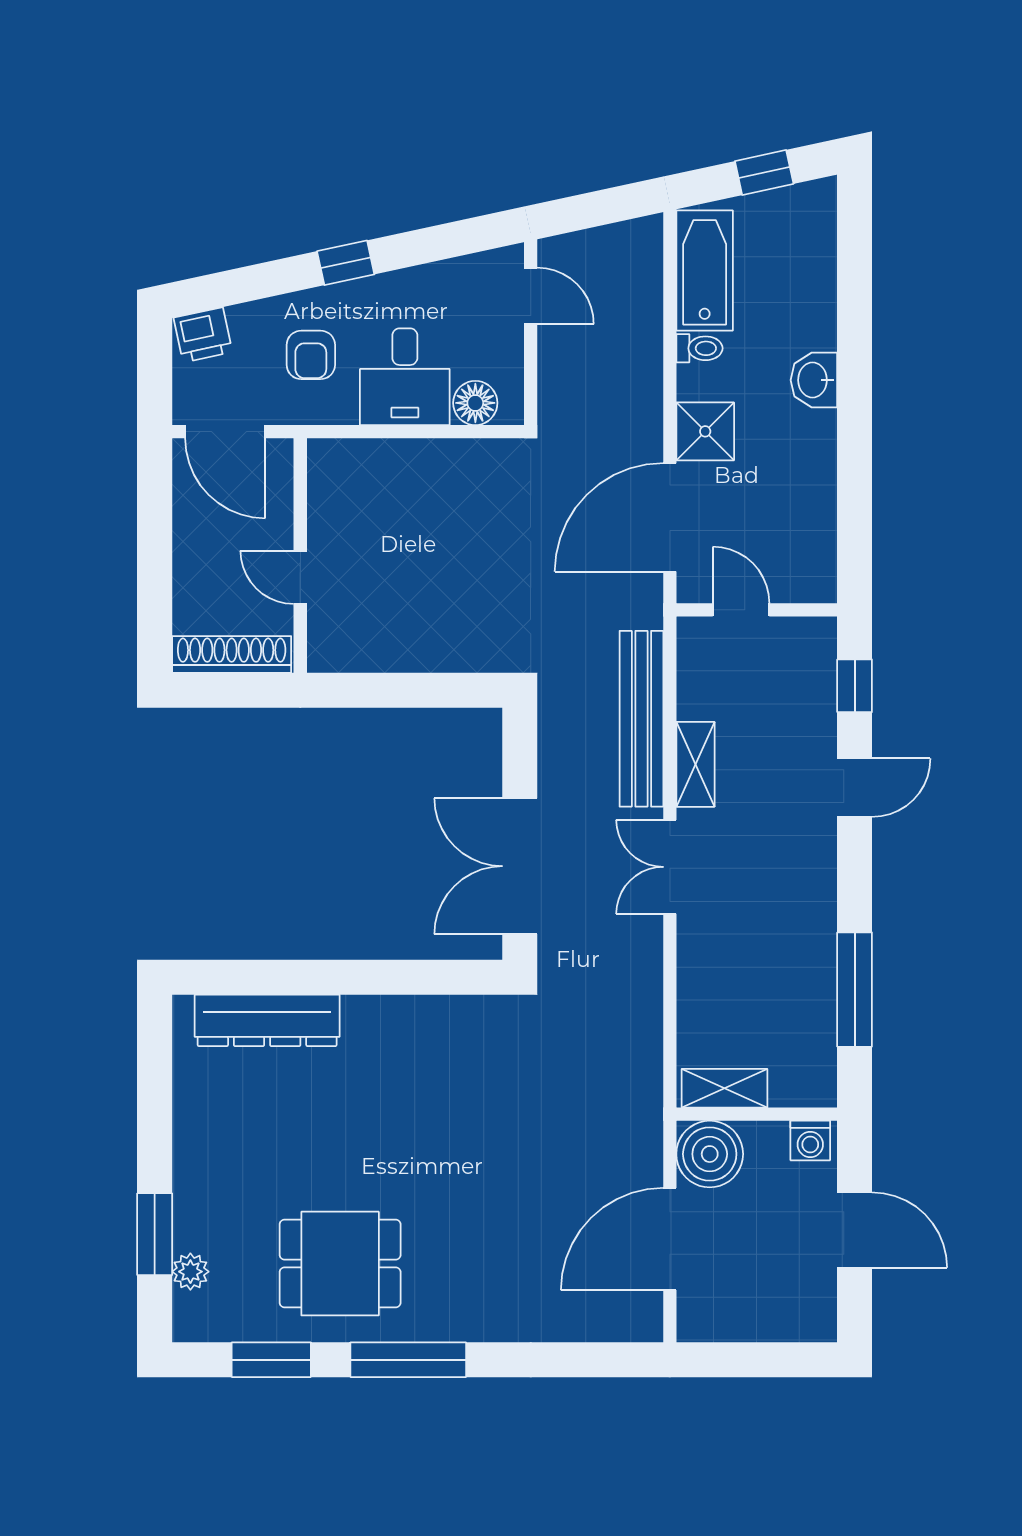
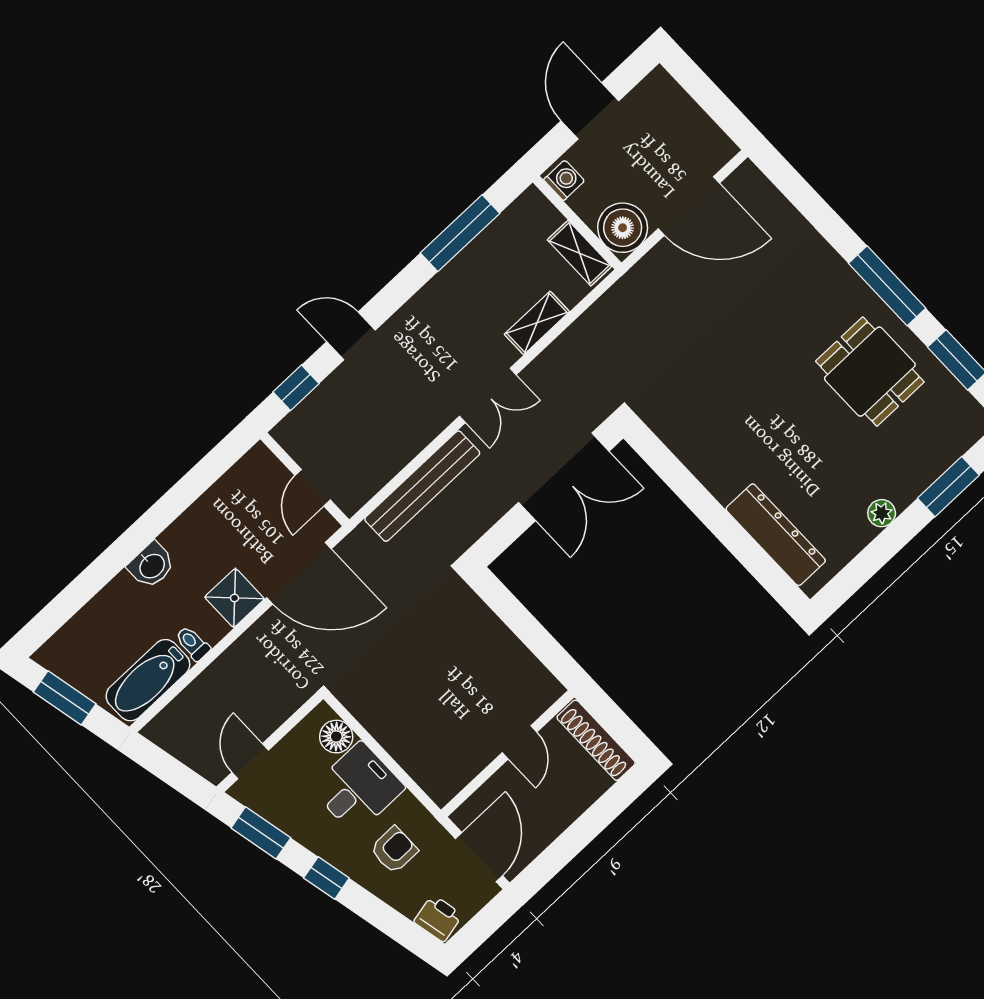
window: (764, 172) -> (65, 698), width x1.50
window: (451, 240) -> (261, 833), added
shelving: (695, 764) -> (537, 323), moved
plant: (190, 1272) -> (882, 513), moved

